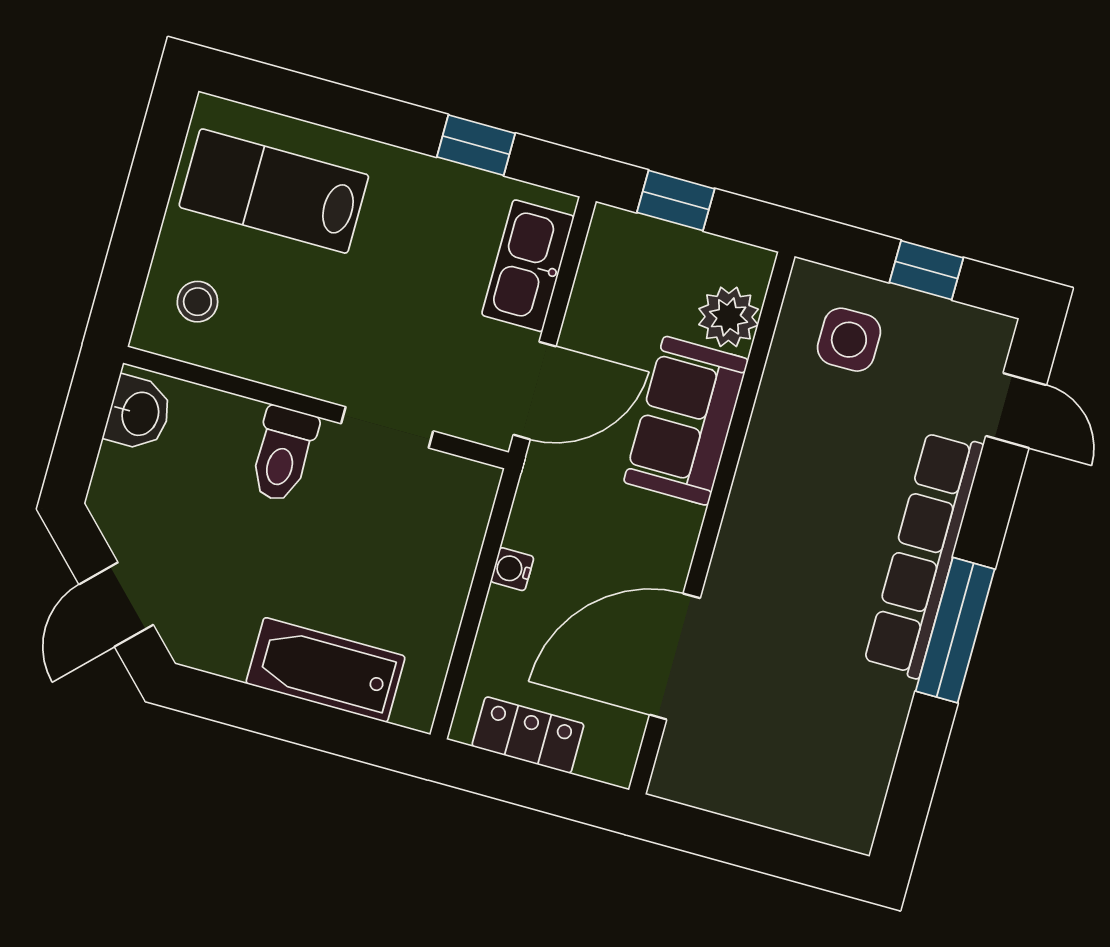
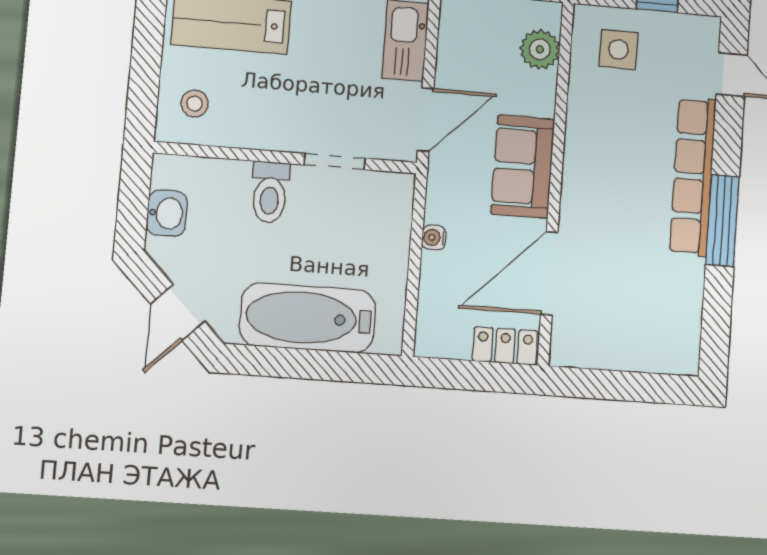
washbasin: (139, 413) -> (167, 213), moved
sofa: (686, 421) -> (523, 167), moved
bathtub: (326, 670) -> (308, 318), width x1.36, depth x1.36
locker: (528, 735) -> (505, 346), moved

